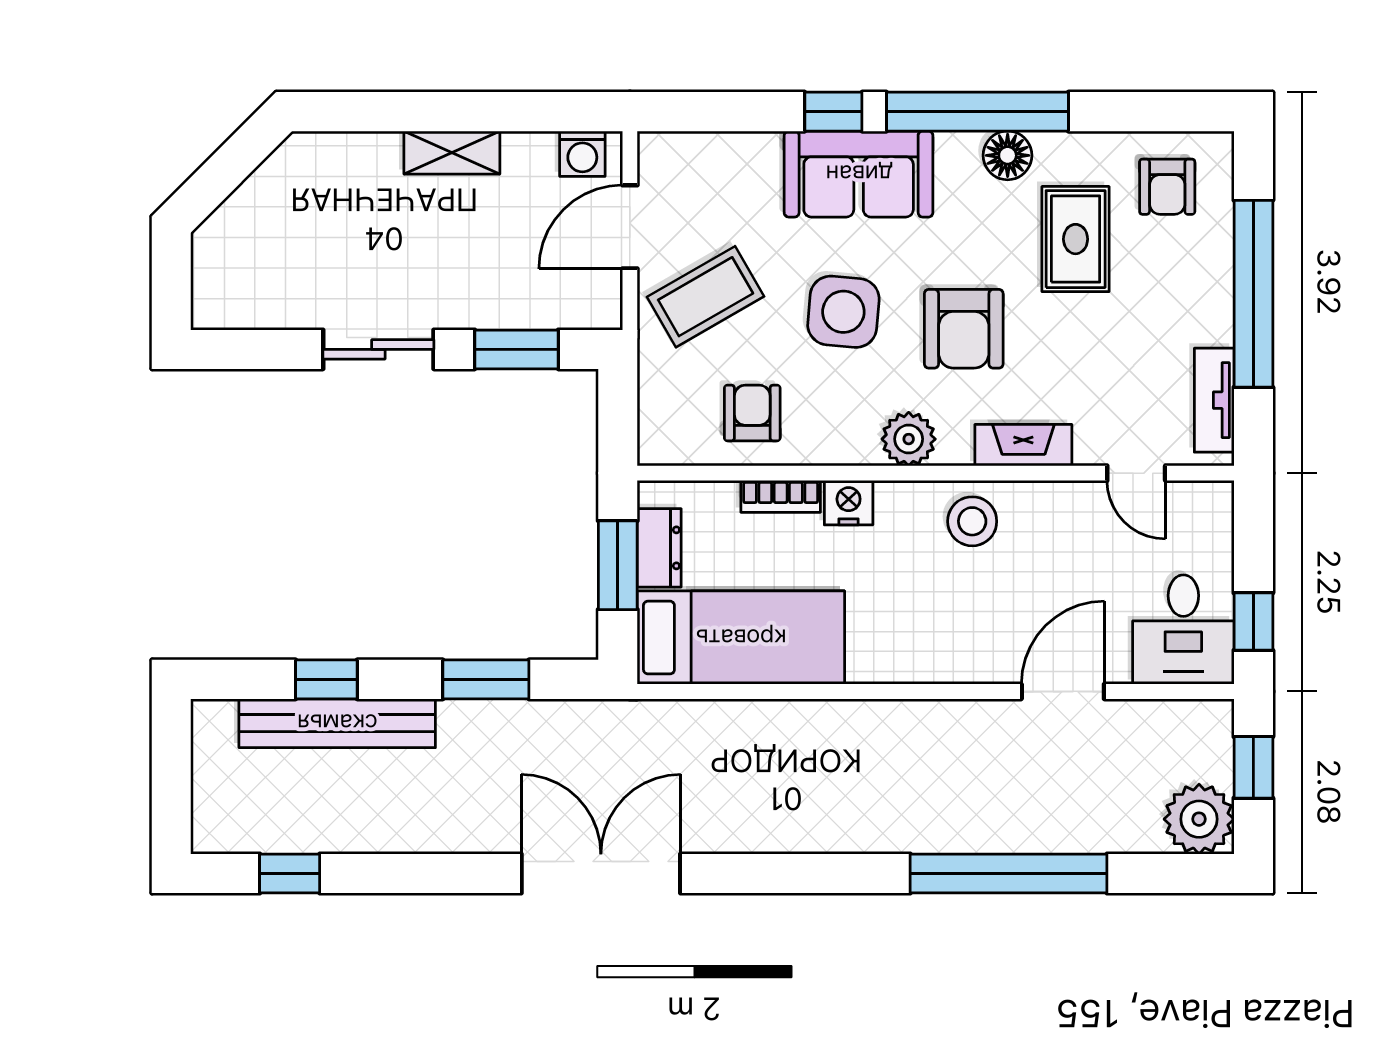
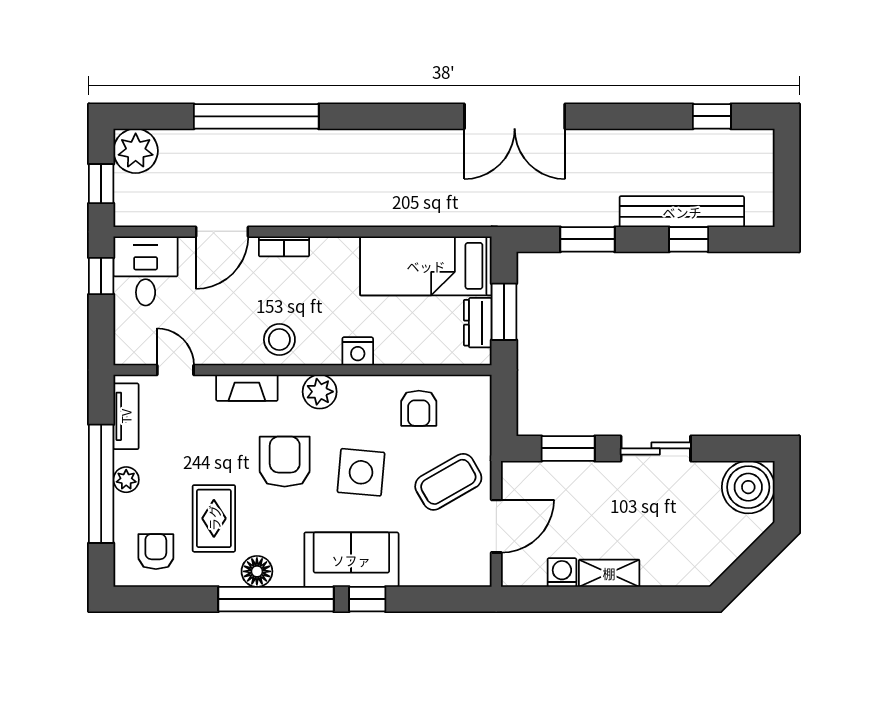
washing machine: (582, 154) -> (562, 572), moved
boiler: (232, 288) -> (748, 487), added
plant: (1214, 300) -> (126, 480), added
bookcase: (781, 496) -> (284, 246), moved, turned 180

